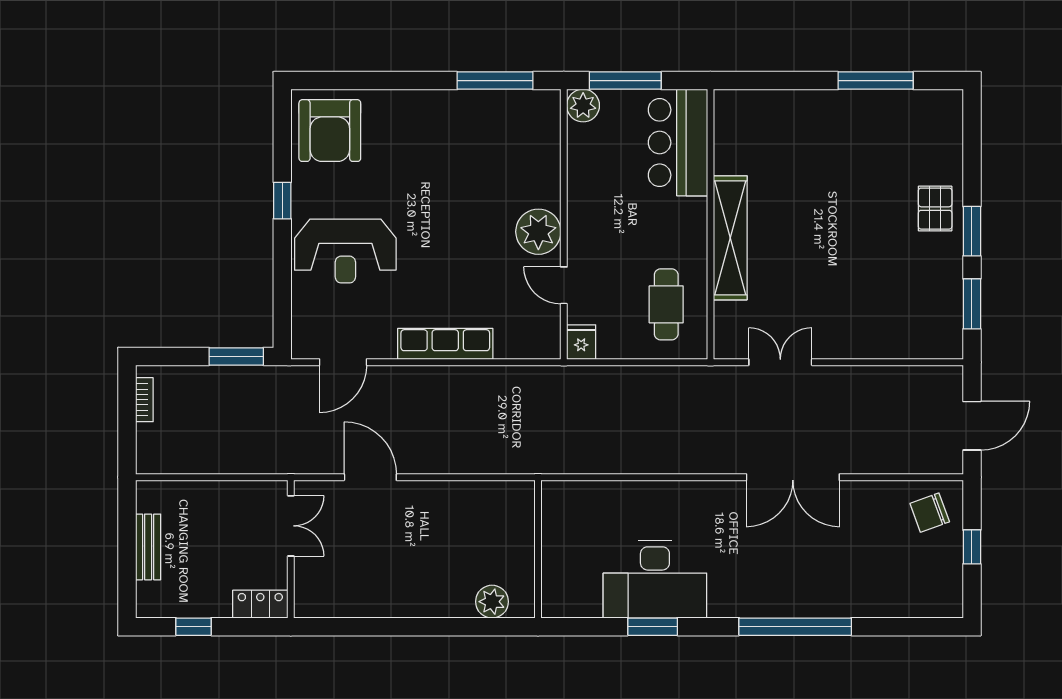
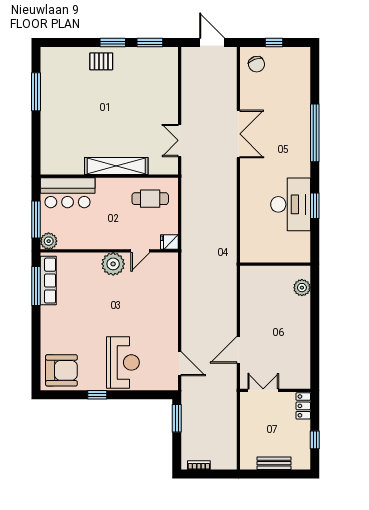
row of seats: (445, 344) -> (48, 281), moved, turned 180

